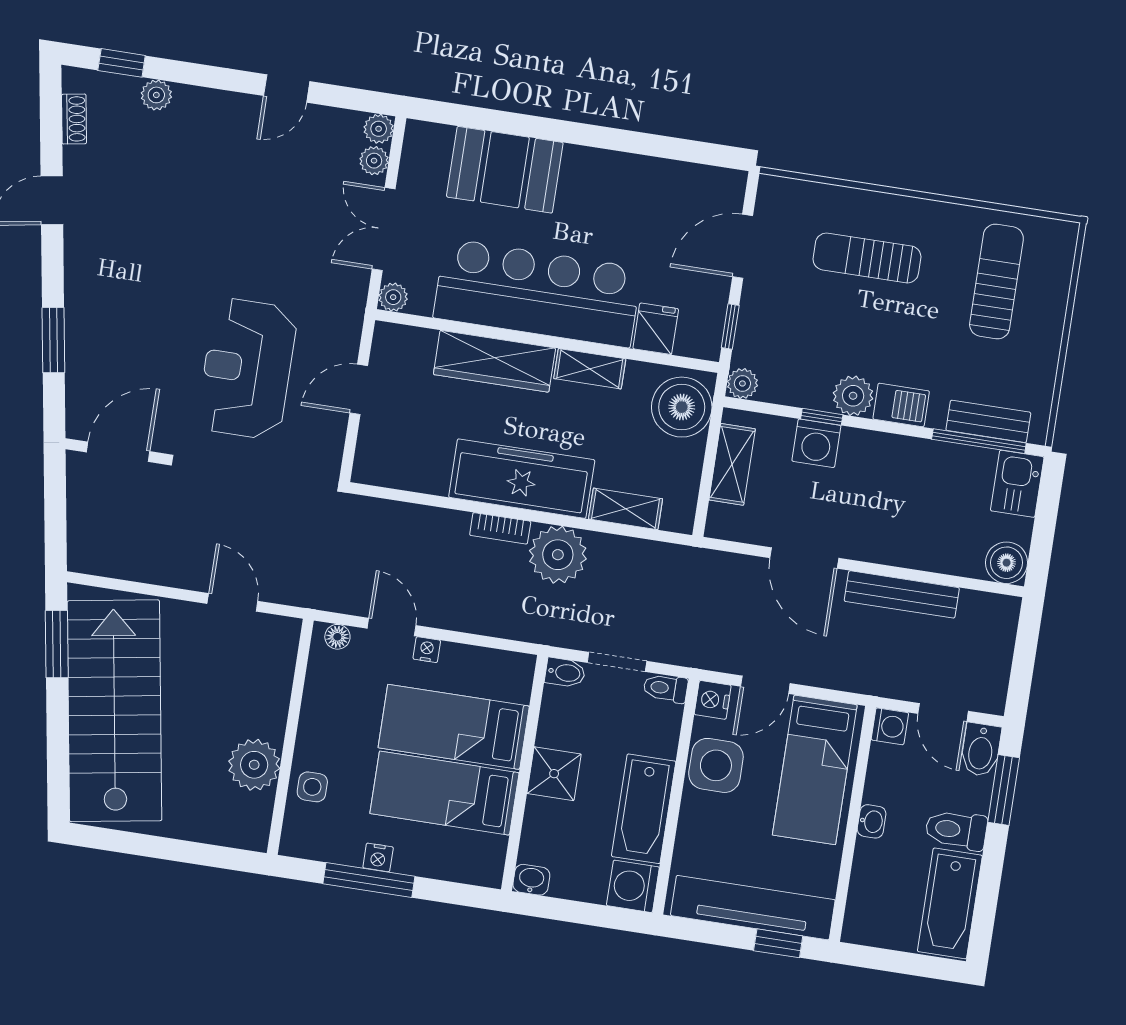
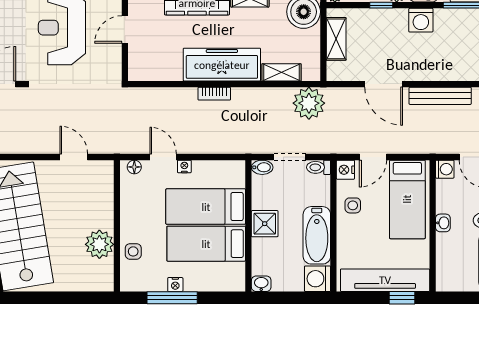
washing machine: (816, 443) -> (421, 20), moved
plant: (558, 555) -> (309, 103), moved
side table: (716, 765) -> (353, 205), width x0.54, depth x0.54

